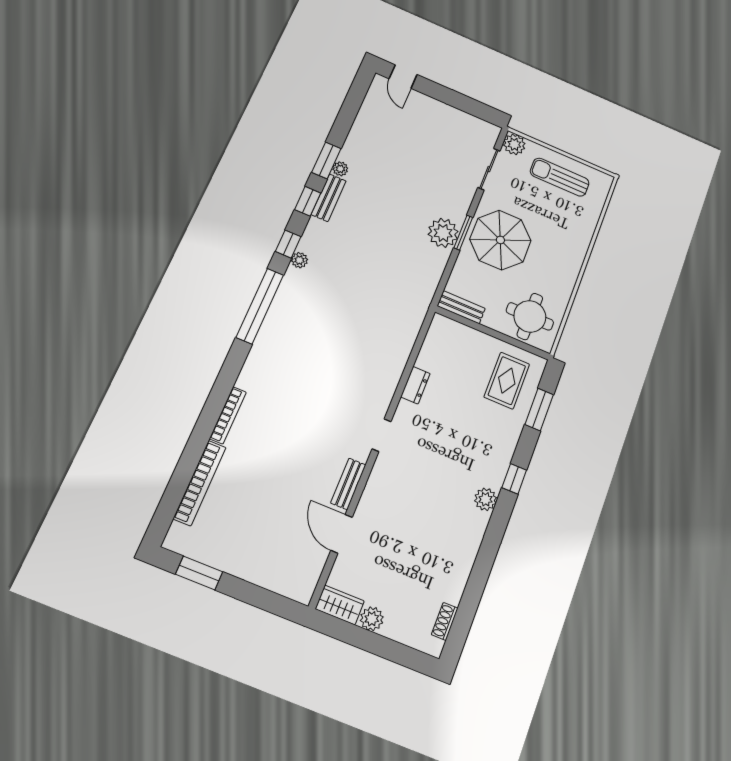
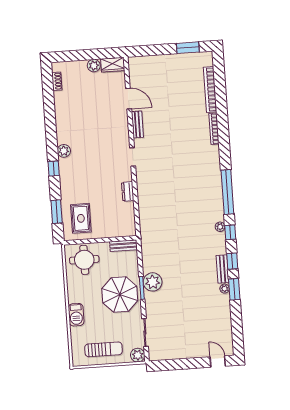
barbecue: (577, 245) -> (76, 315), added

